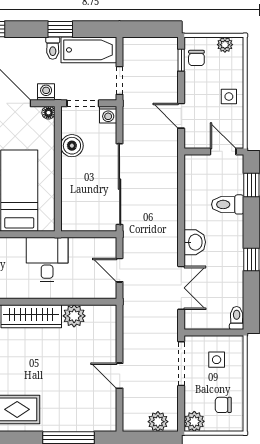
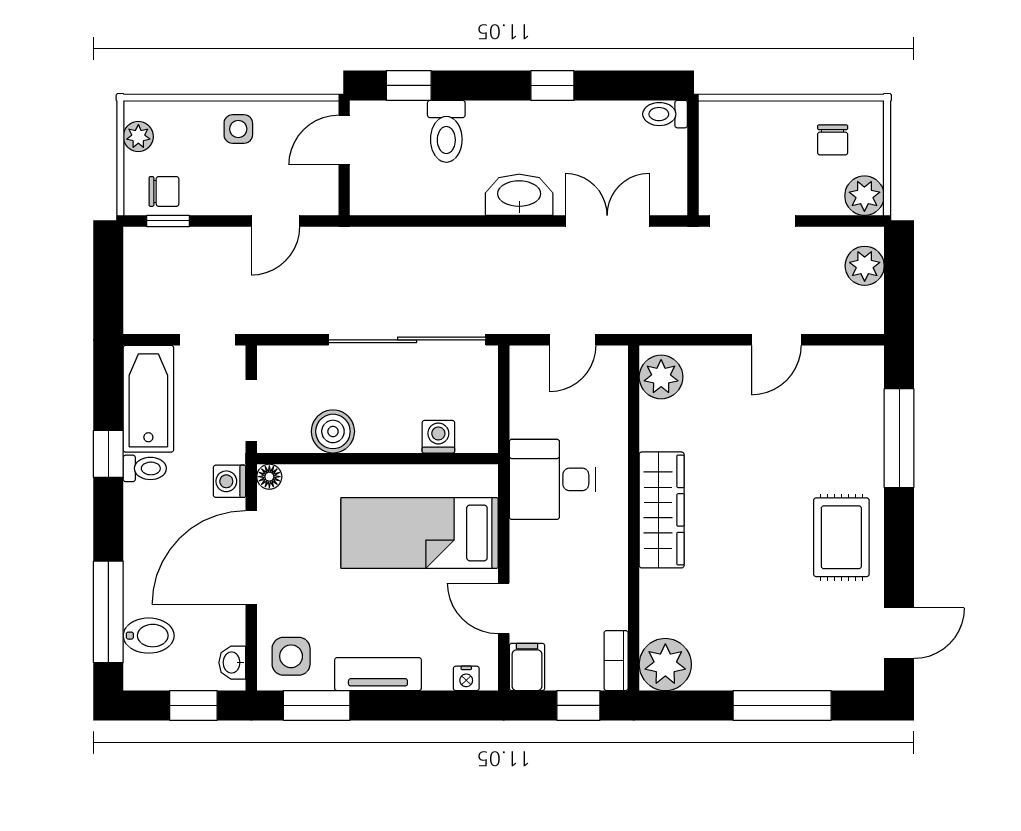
washing machine: (108, 115) -> (438, 437), moved, turned -90
washbasin: (195, 242) -> (519, 195), width x1.38
plant: (74, 316) -> (661, 377), moved
side table: (217, 360) -> (745, 153), removed

